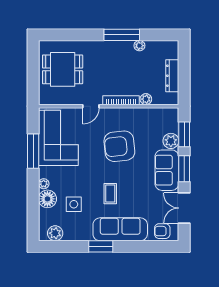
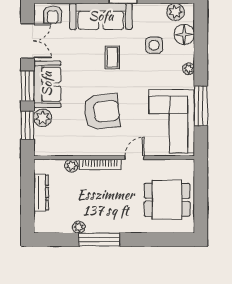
floor lamp: (47, 199) -> (184, 34), moved
armchair: (162, 231) -> (53, 14), turned 90

